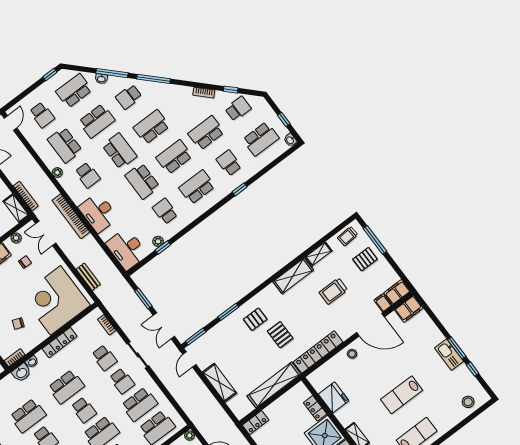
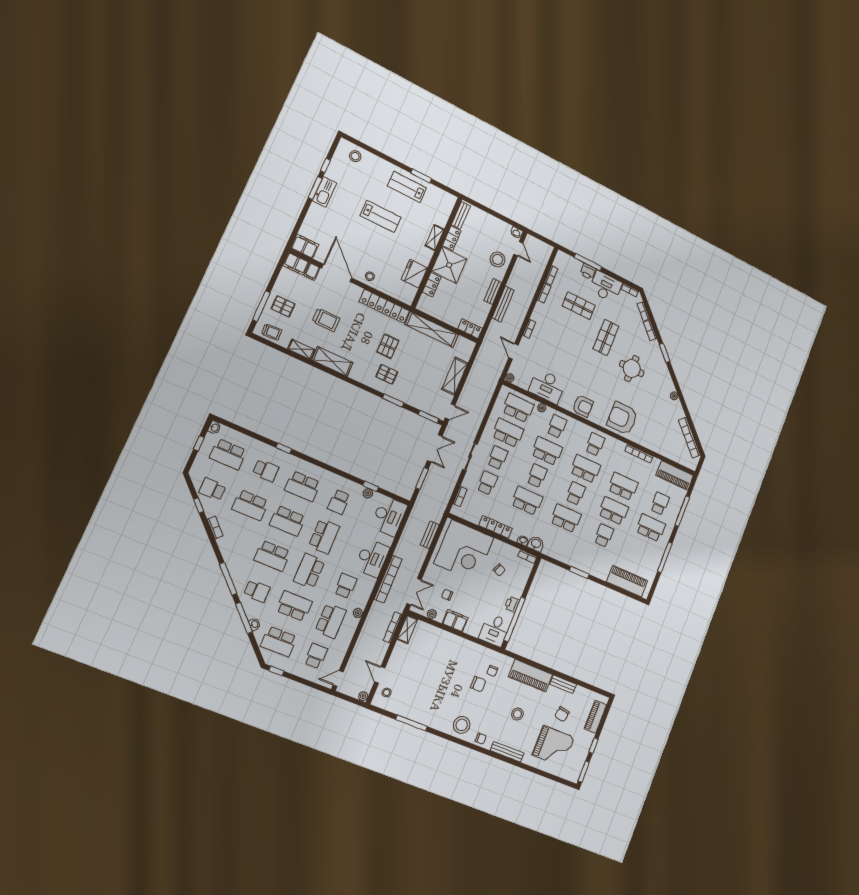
school desk: (261, 139) -> (228, 454), turned 180
school desk: (229, 163) -> (266, 470), turned -90

